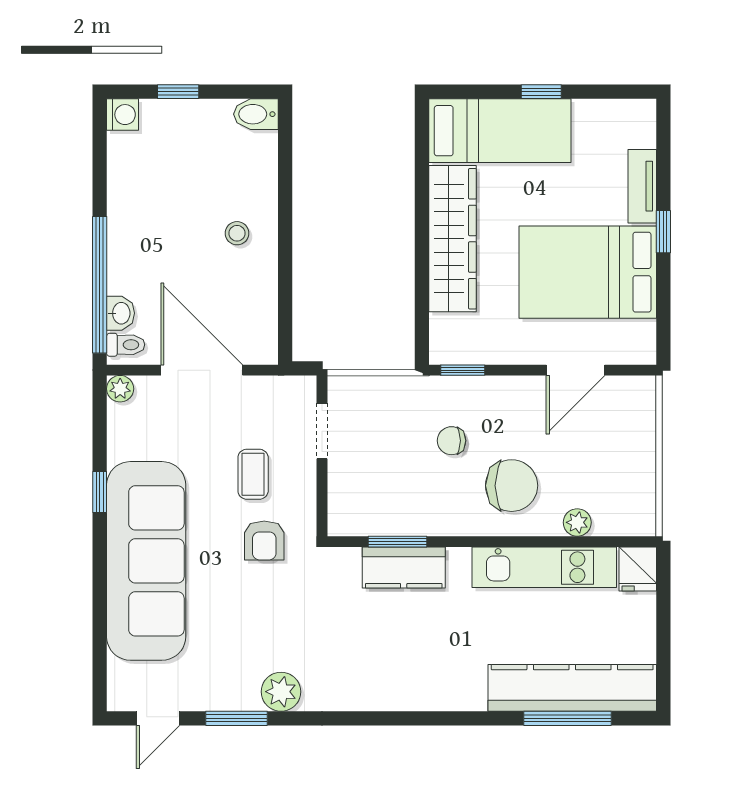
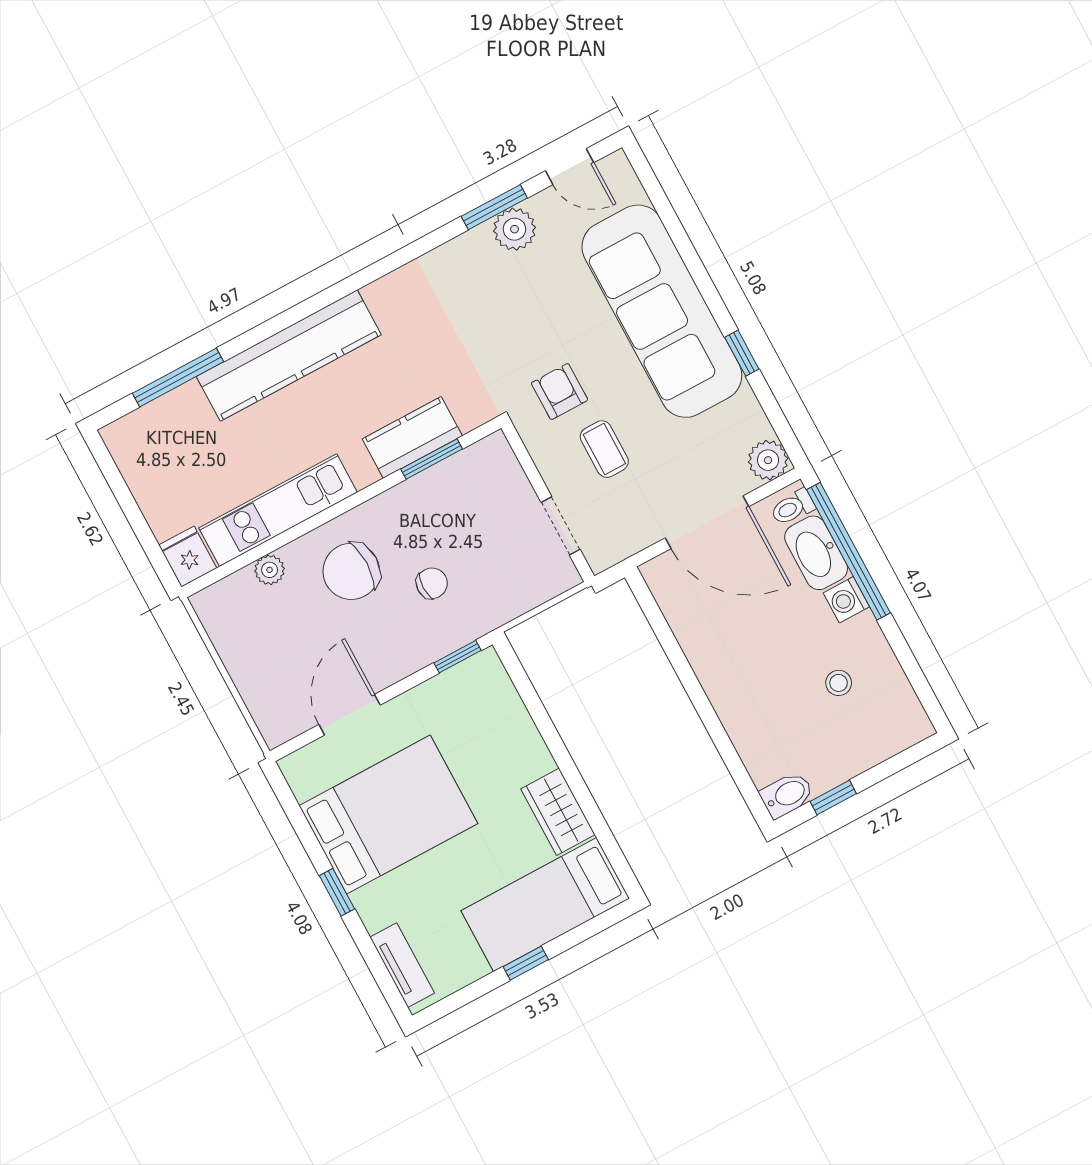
window: (178, 92) -> (833, 797), moved
washing machine: (123, 115) -> (846, 600), moved
tv unit: (642, 186) -> (402, 965), moved
stool: (237, 233) -> (839, 683), moved
wardrobe: (452, 239) -> (558, 812), width x0.48, depth x0.85
washbasin: (120, 313) -> (816, 553), width x1.91, depth x1.45
plant: (120, 389) -> (768, 460), width x1.38, depth x1.38
kitchen counter: (572, 688) -> (289, 356), moved
plant: (281, 692) -> (514, 229), moved
door: (158, 718) -> (570, 167), swing flipped

